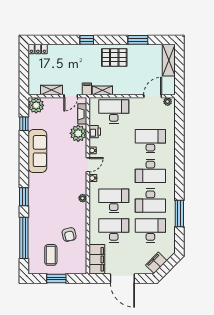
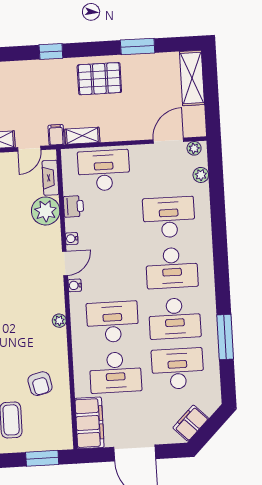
plant: (171, 117) -> (201, 175), added
desk: (114, 230) -> (115, 372), turned 180
window: (56, 279) -> (42, 458), moved

